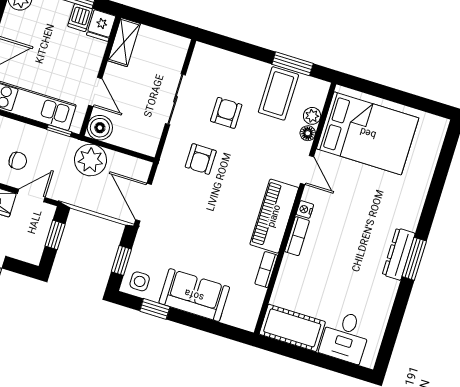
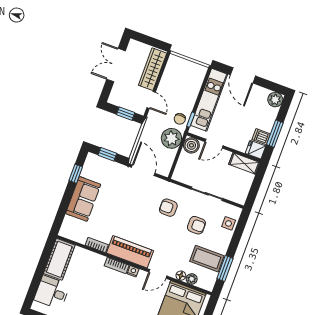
chair: (18, 161) -> (180, 119), moved
door: (144, 202) -> (143, 170), hinge flipped
side table: (140, 281) -> (229, 223), moved

